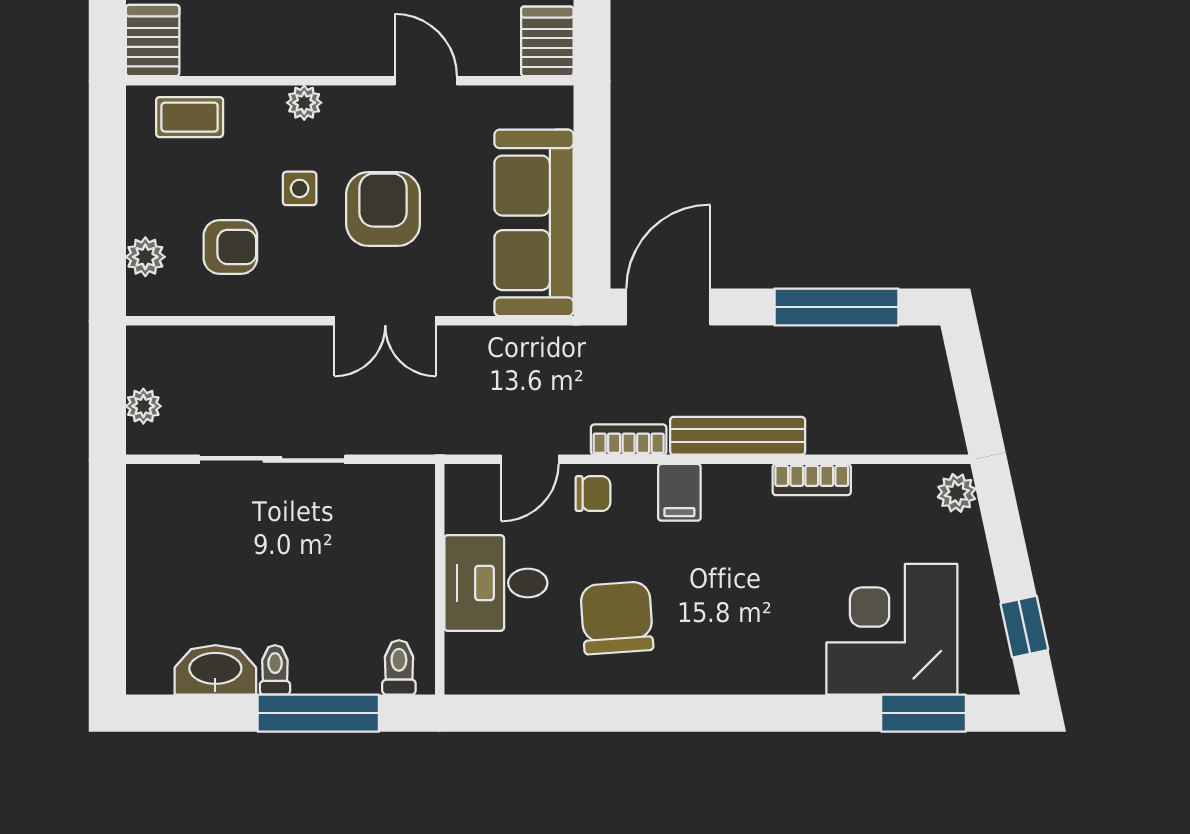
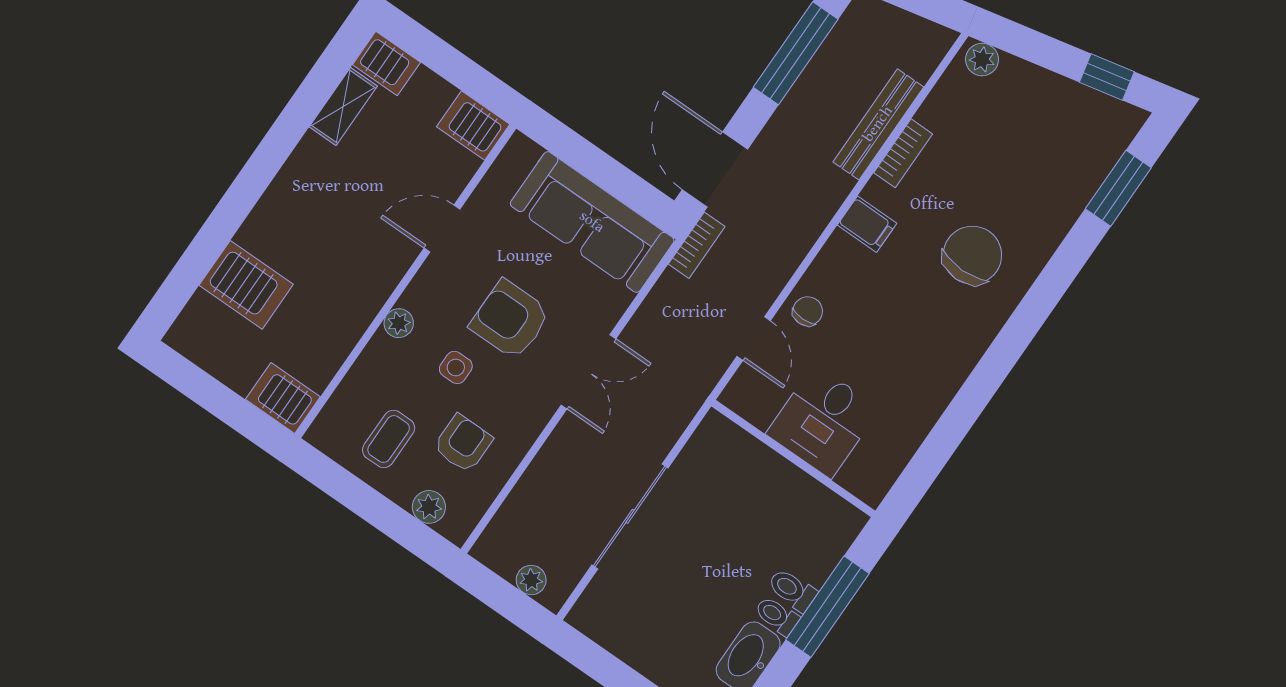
coffee table: (190, 117) -> (389, 439), moved
bench: (738, 436) -> (878, 124), moved
bookcase: (629, 440) -> (697, 245), moved, turned 180
filing cabinet: (679, 492) -> (867, 224), moved
chair: (617, 618) -> (972, 255), moved, turned 94
corner desk: (892, 629) -> (1045, 170), removed
toilet: (399, 667) -> (792, 590), moved

